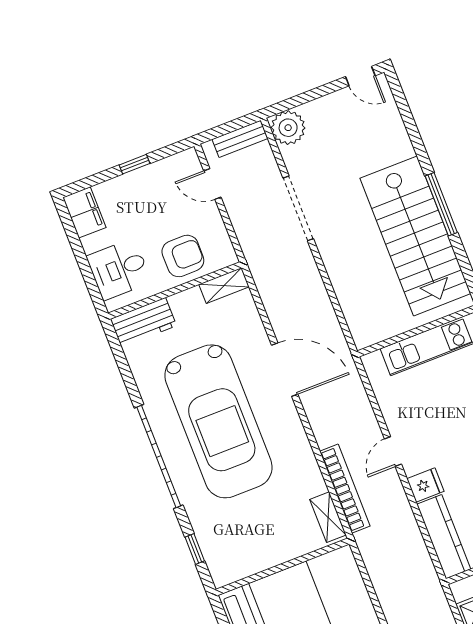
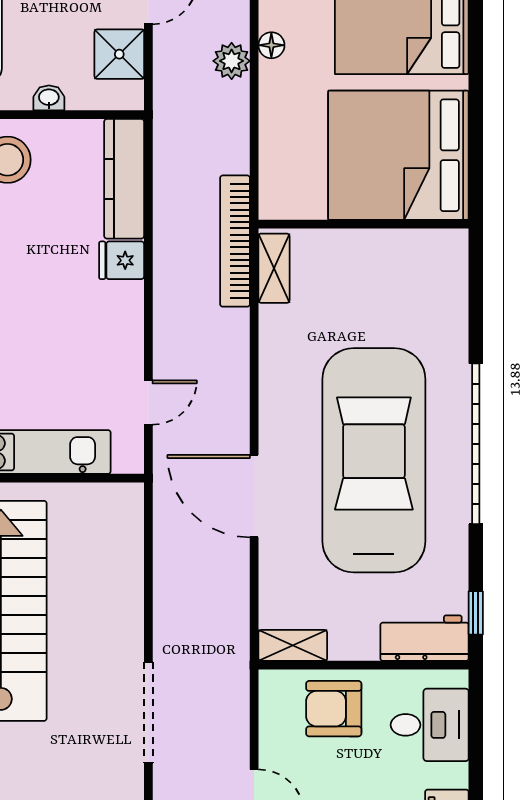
door: (393, 451) -> (148, 402), moved
bookcase: (345, 489) -> (235, 241), moved
window: (195, 549) -> (476, 613), moved

